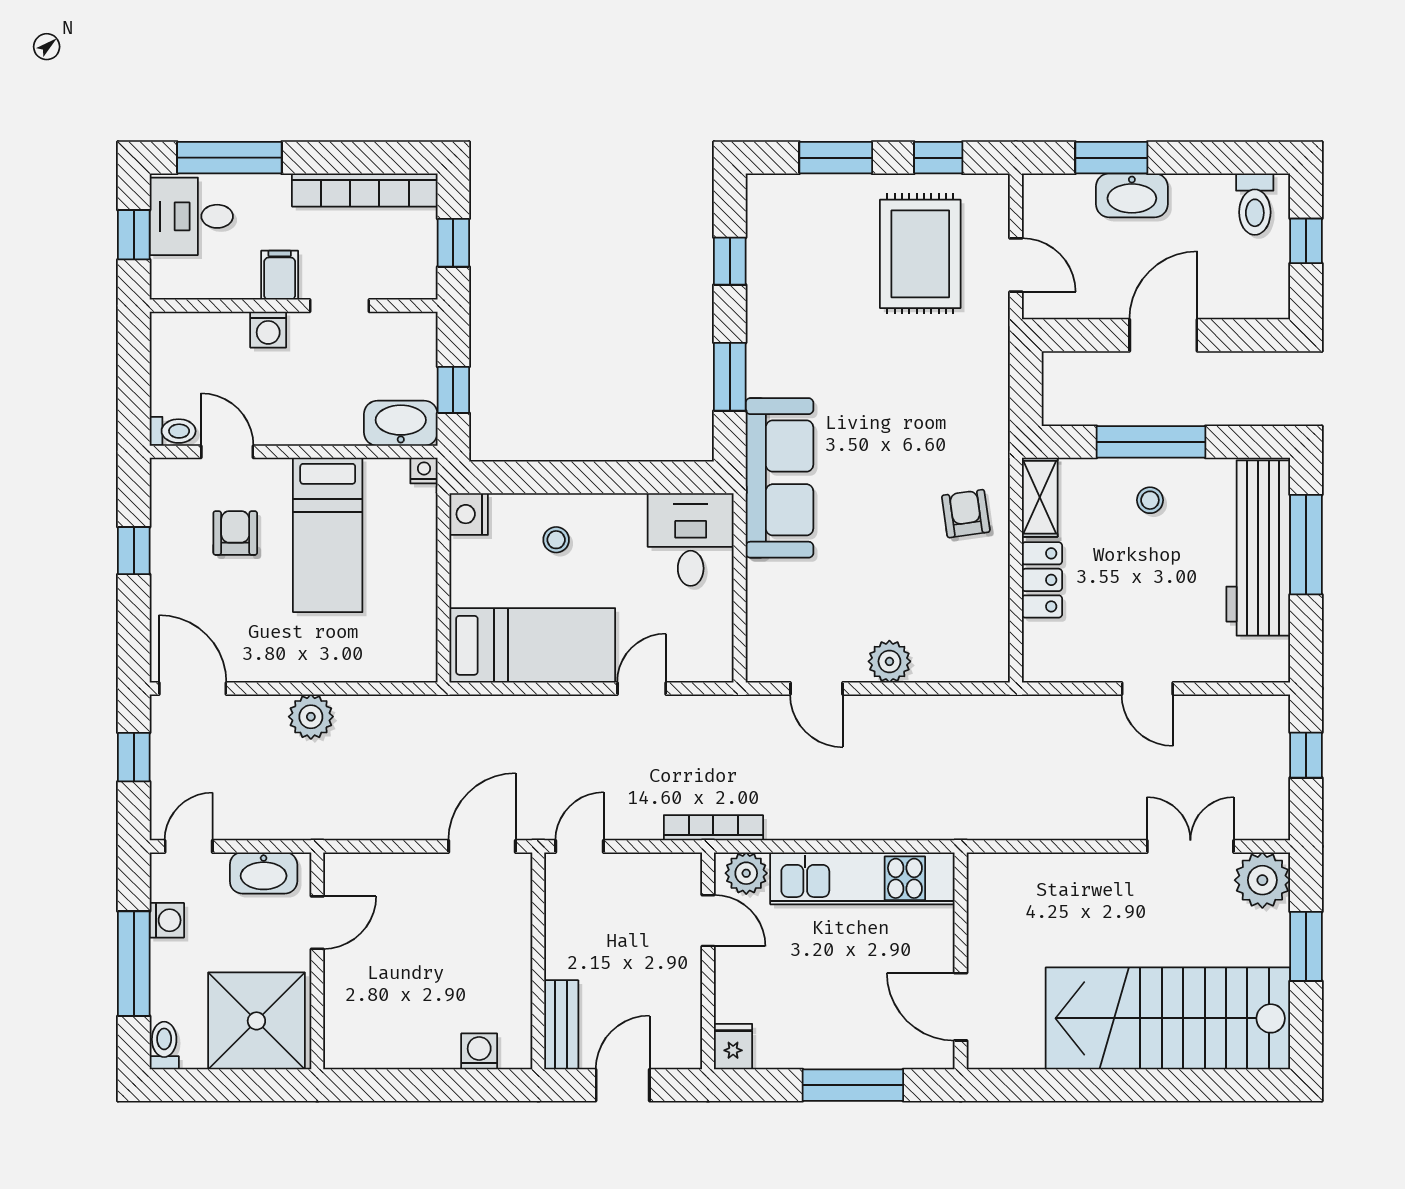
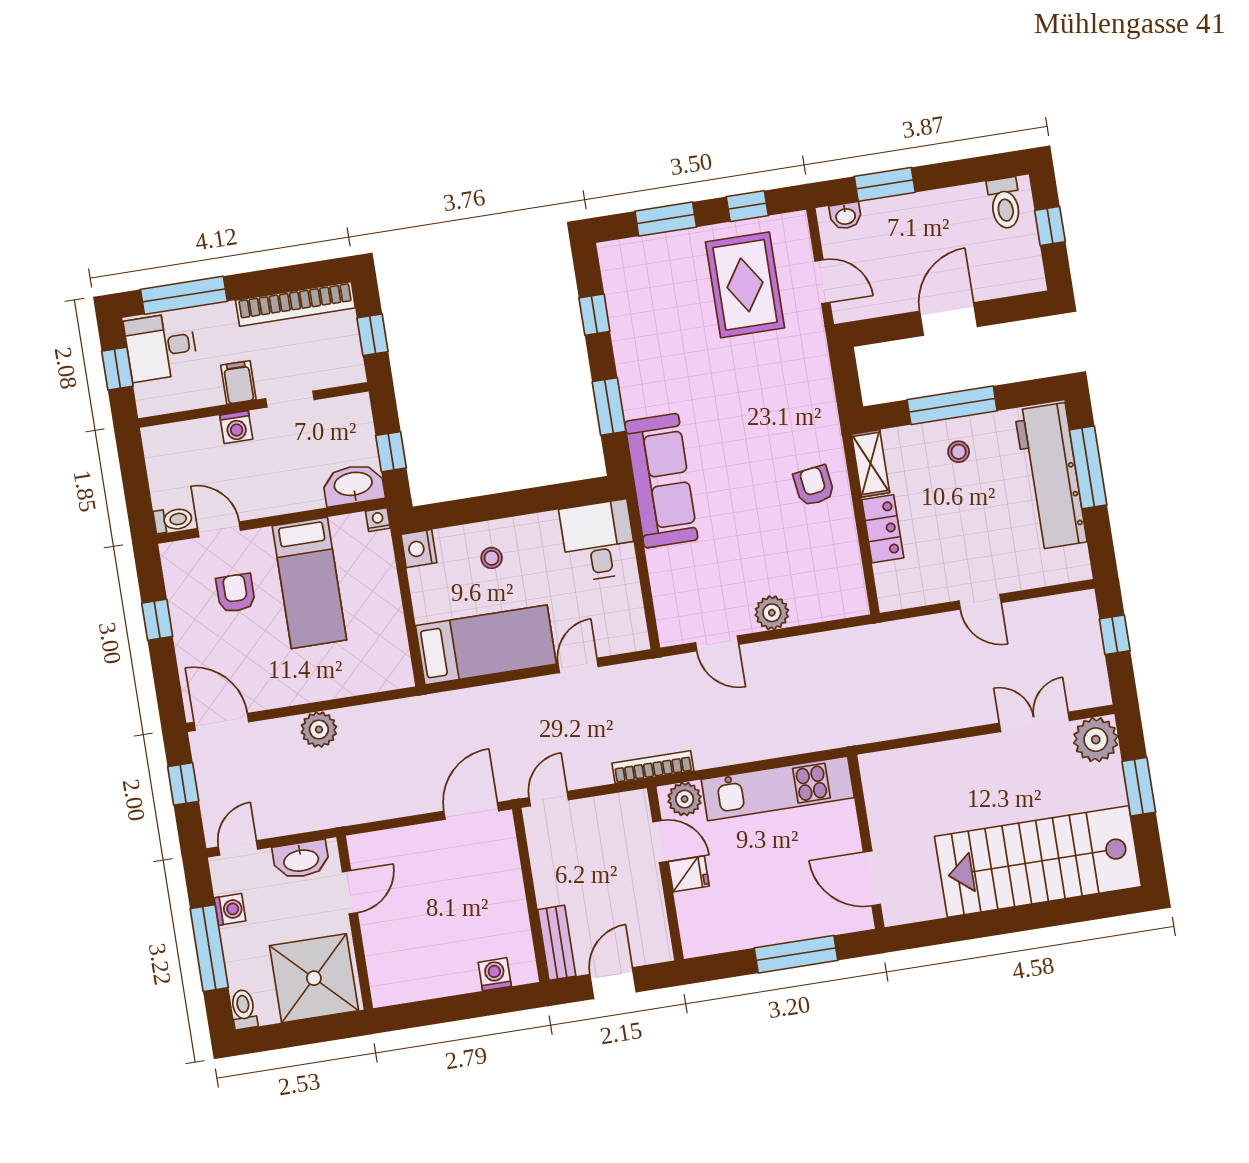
washbasin: (1132, 195) -> (845, 216), moved, width x0.52, depth x0.69
fridge: (733, 1047) -> (689, 874), moved, turned 90

